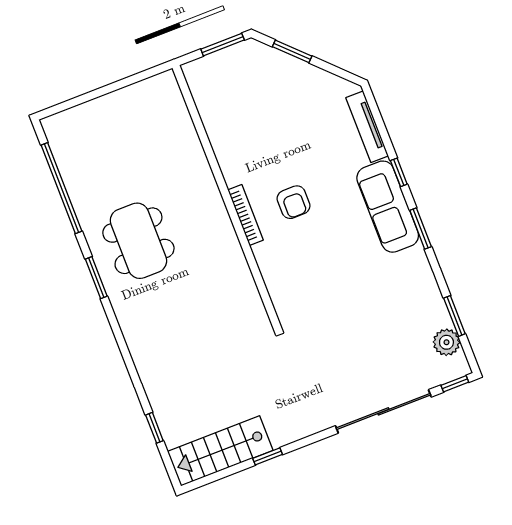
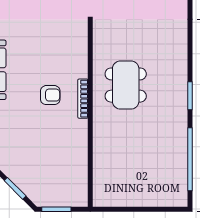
armchair: (294, 202) -> (50, 95), turned 90
dining table: (138, 241) -> (126, 85), moved

